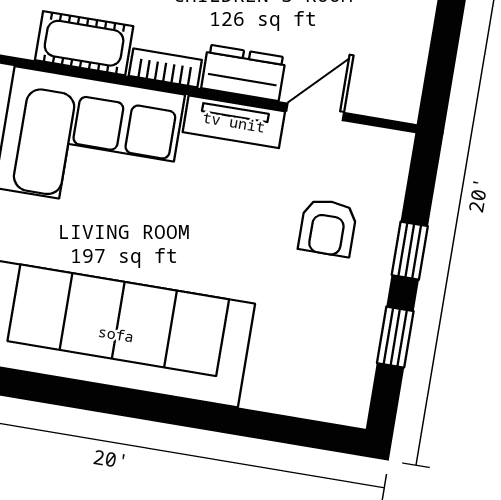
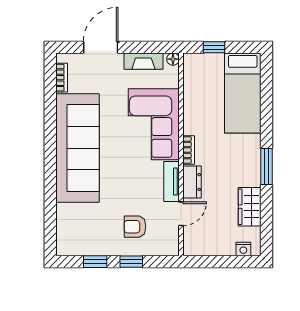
cot: (84, 43) -> (193, 115), removed
door: (315, 112) -> (181, 214), hinge flipped

